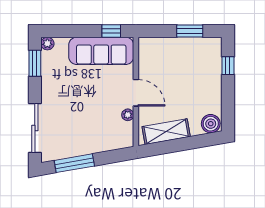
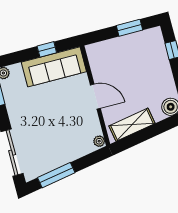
window: (111, 31) -> (47, 49), moved
plant: (128, 115) -> (99, 141), moved

